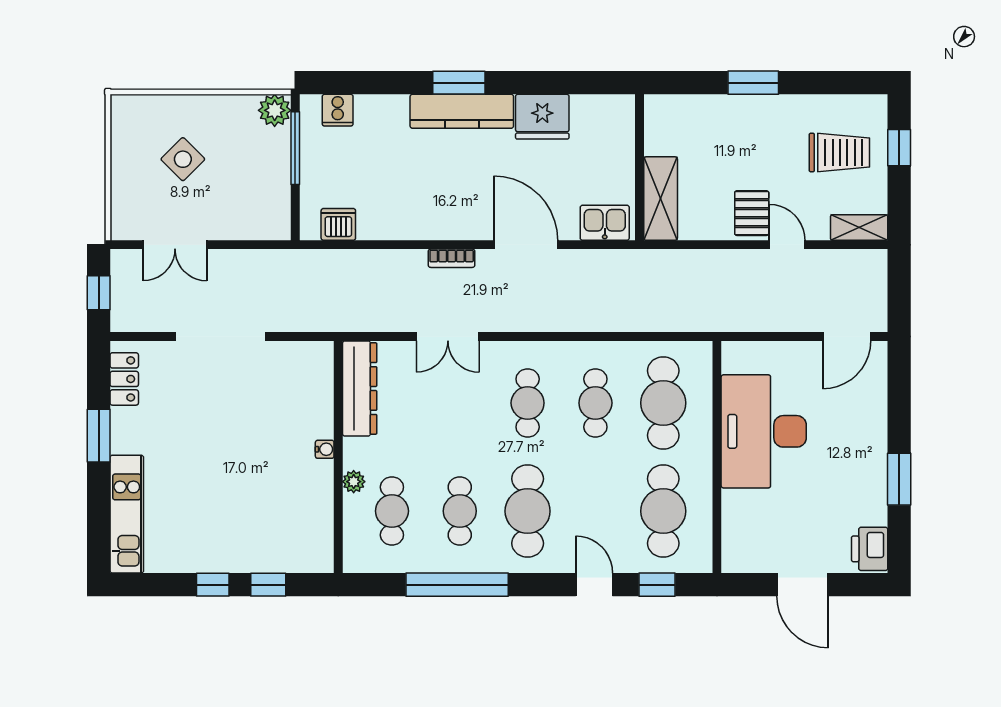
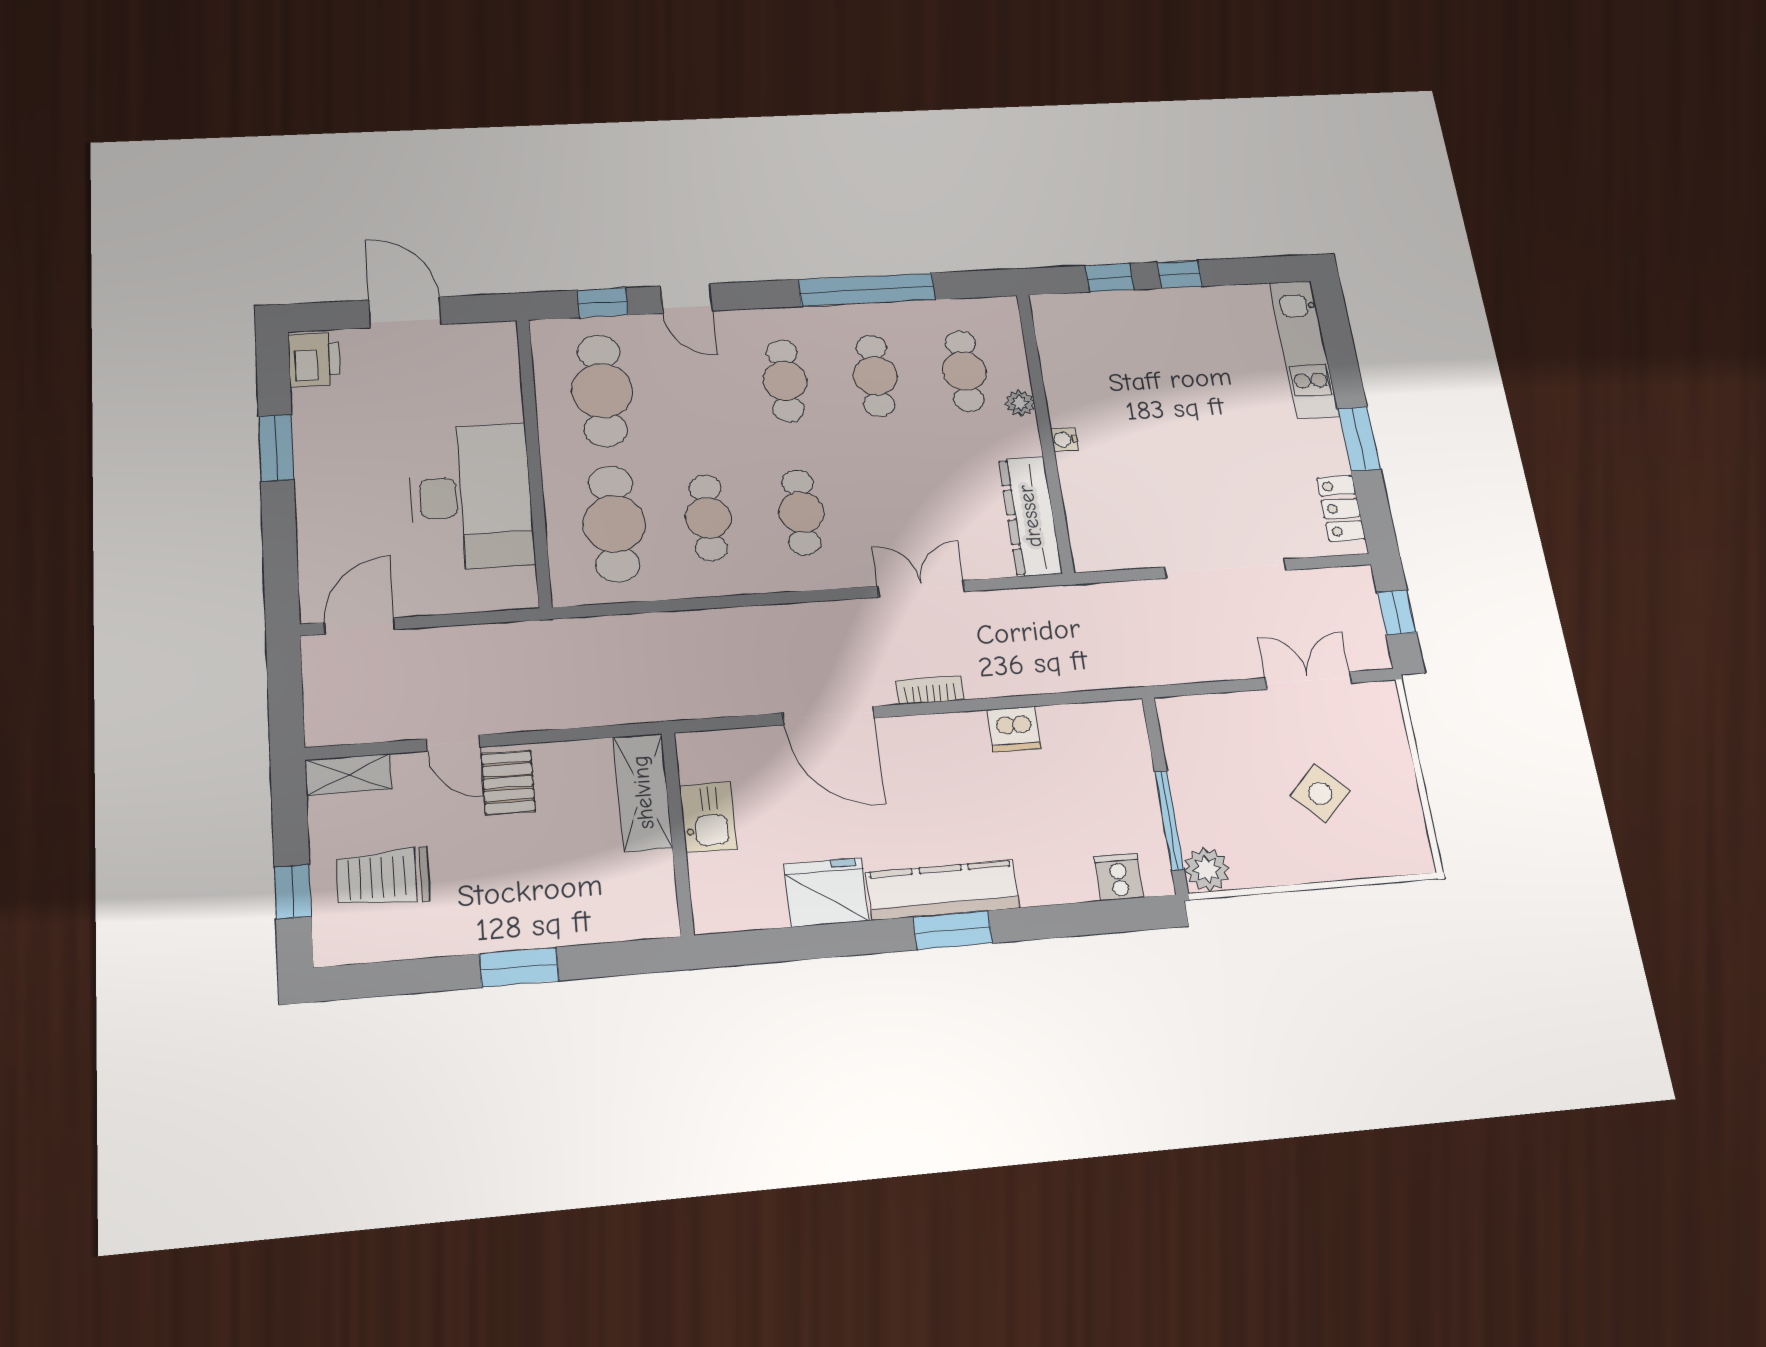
kitchen sink: (605, 223) -> (708, 817), moved, turned -90
dishwasher: (338, 224) -> (1014, 729), moved
cafe table: (528, 511) -> (785, 381), width x0.73, depth x0.74

